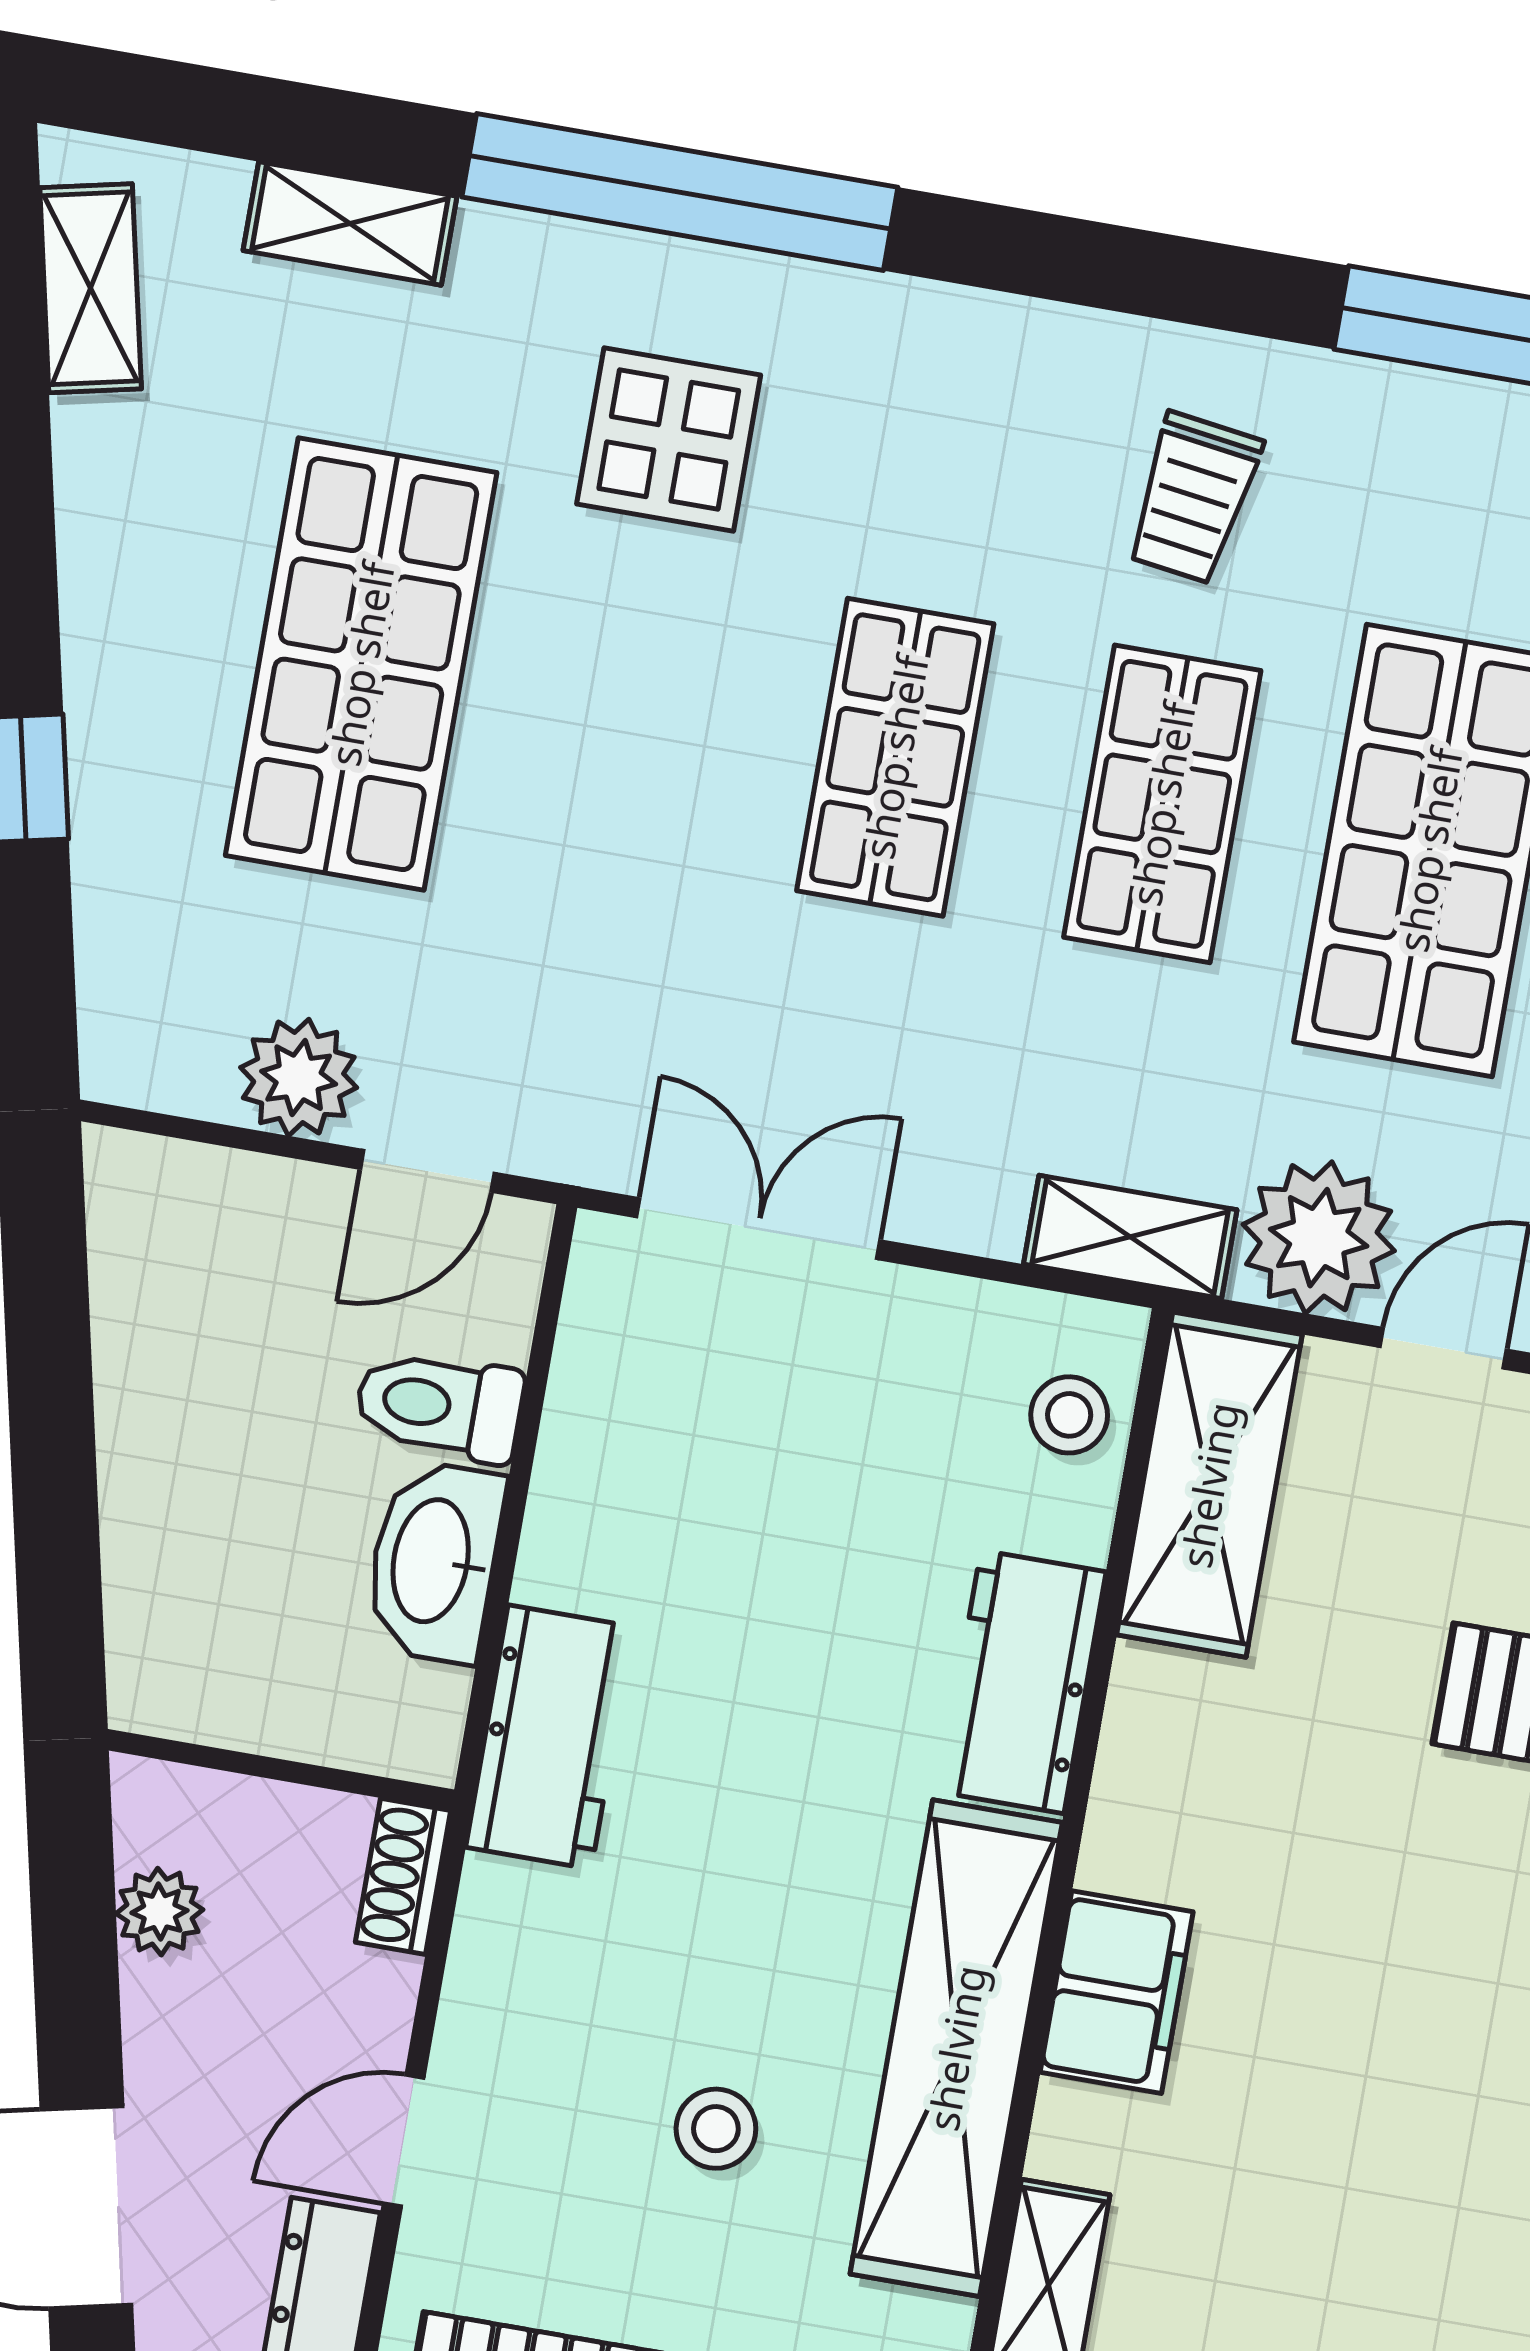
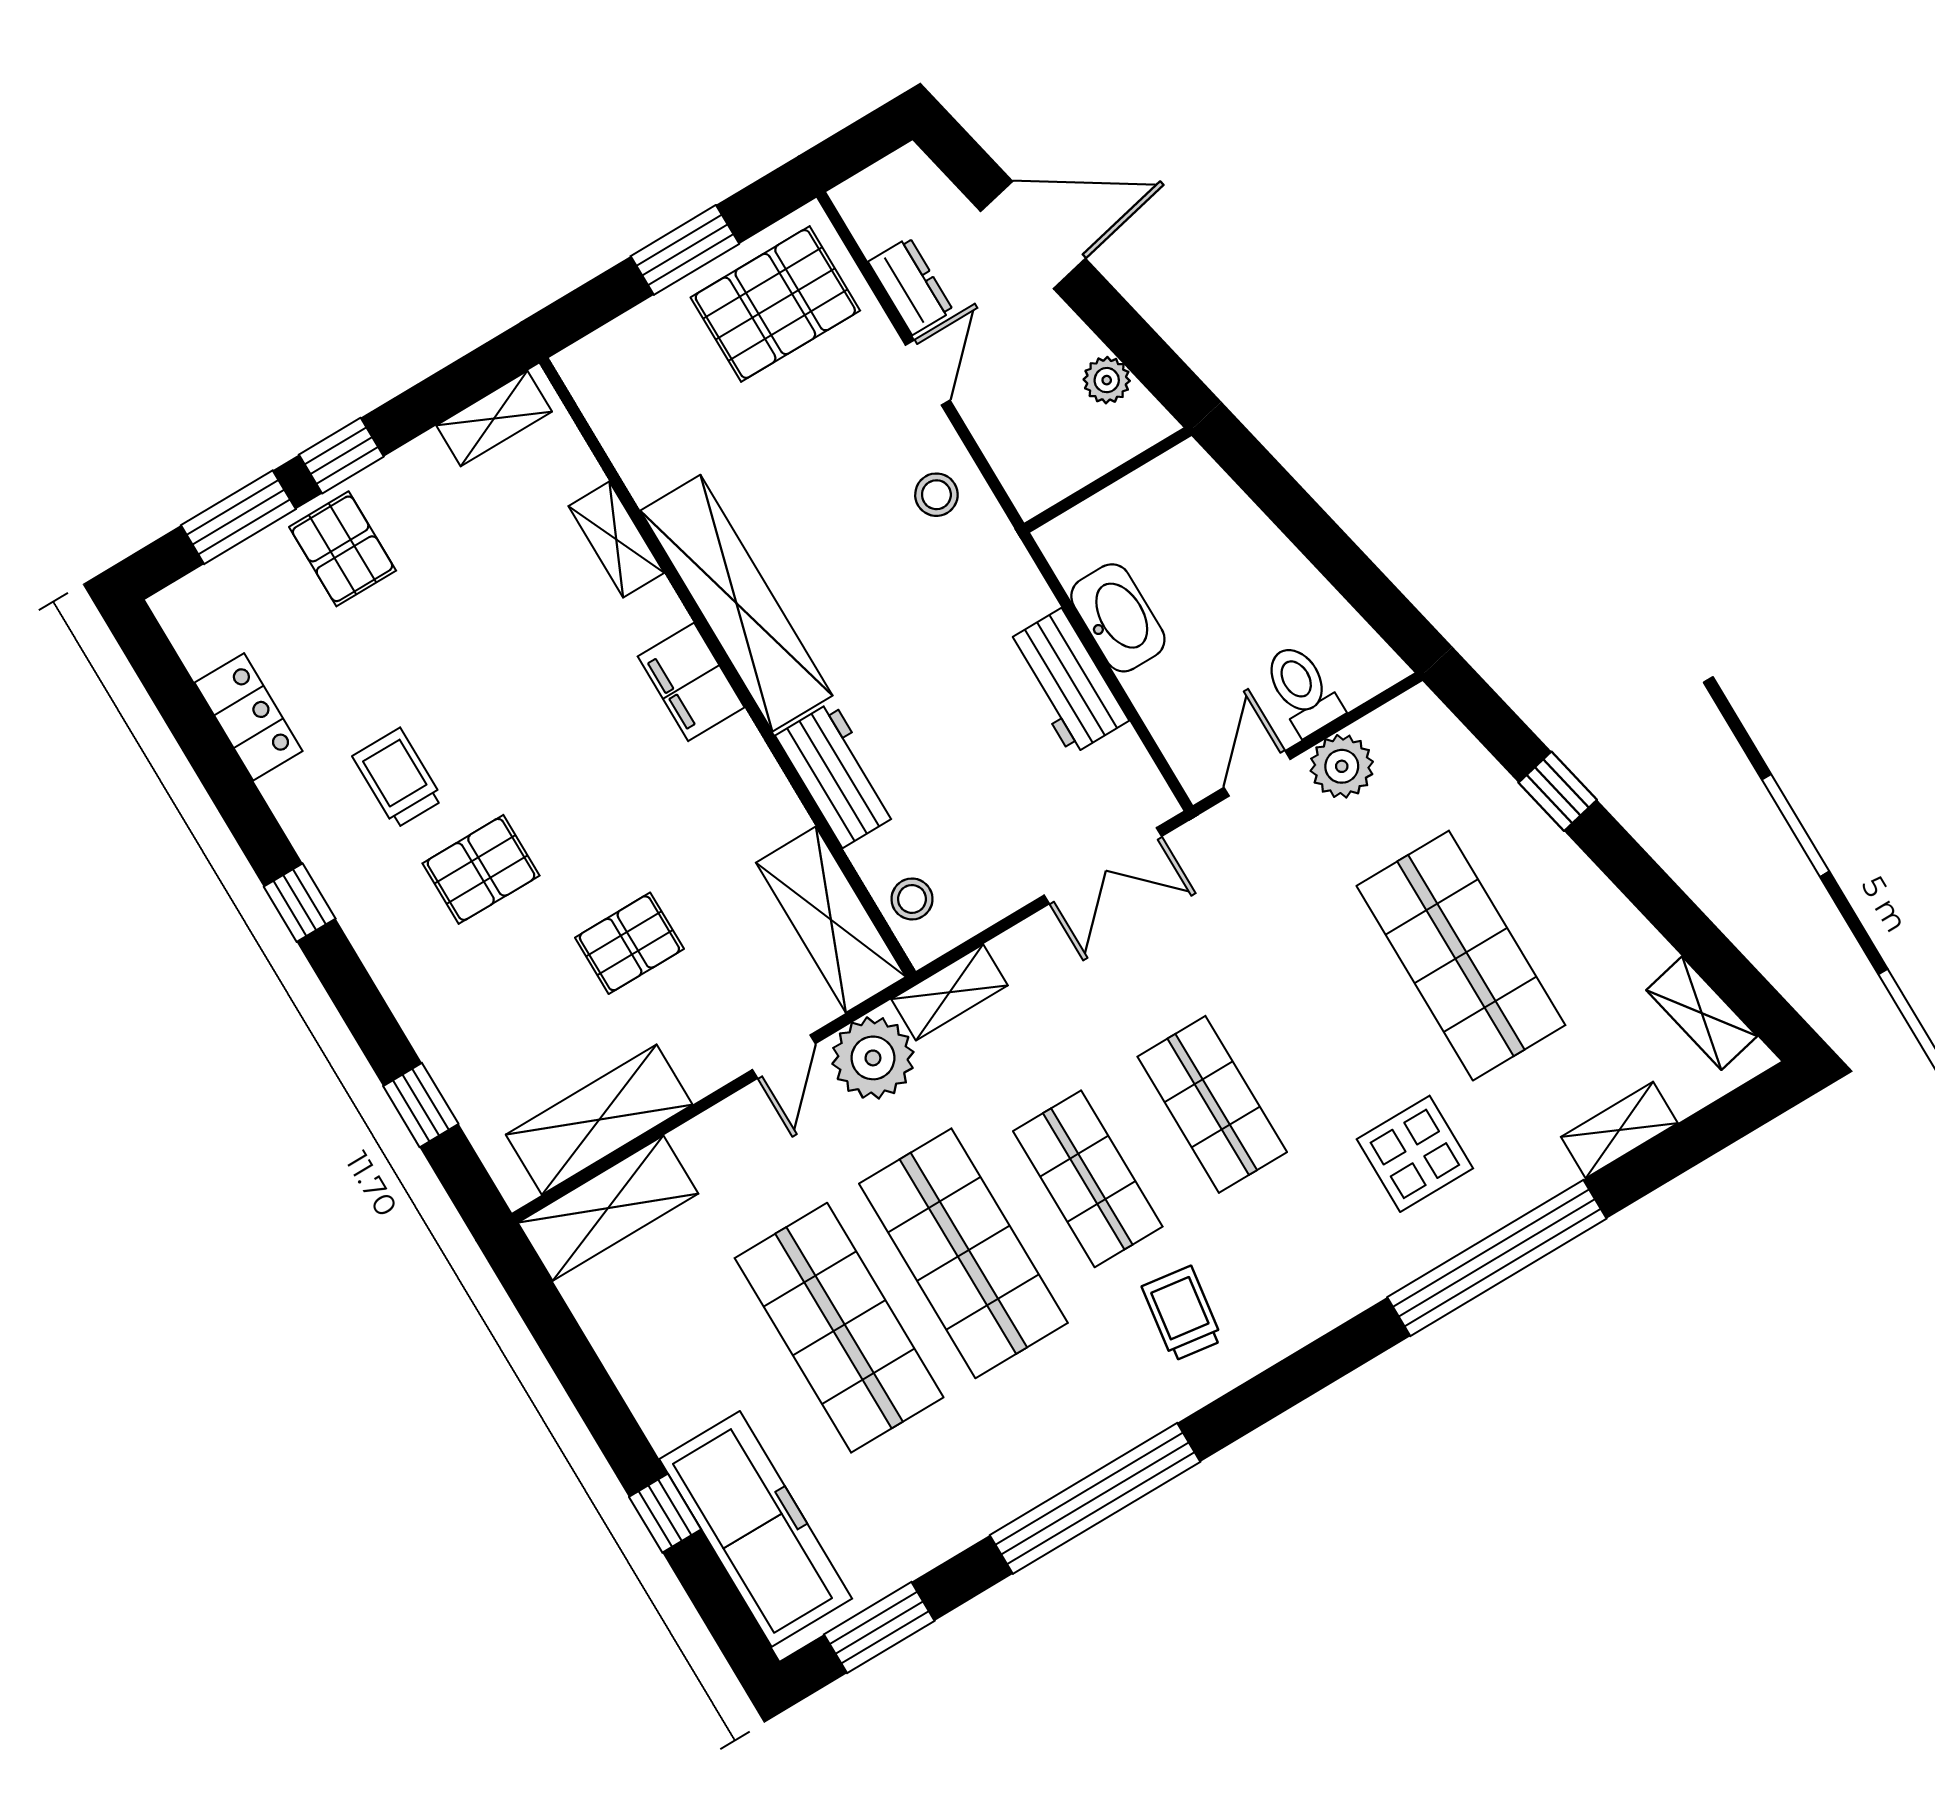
toilet: (439, 1406) -> (1302, 689), moved, turned -90
workbench: (550, 1737) -> (1066, 682), moved
shoe rack: (403, 1876) -> (1020, 479), removed
stool: (716, 2129) -> (936, 495), moved

